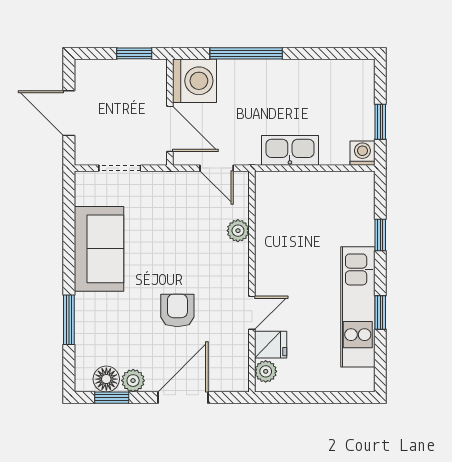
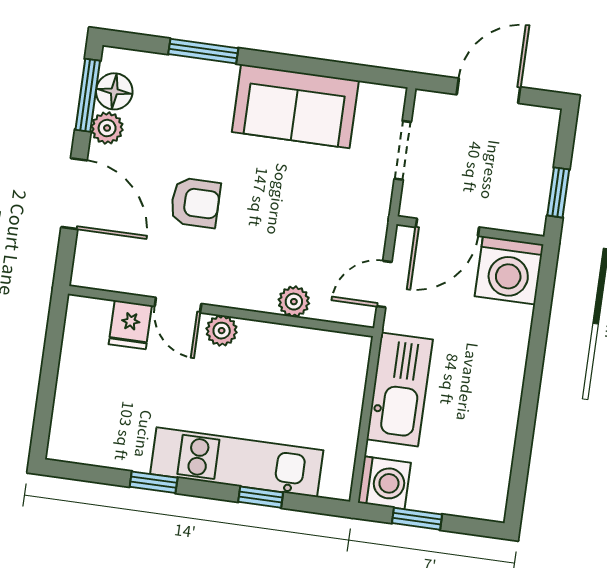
window: (246, 53) -> (537, 347), removed
kitchen sink: (290, 150) -> (400, 389), width x1.36, depth x1.24
washing machine: (362, 153) -> (384, 483), width x1.38, depth x1.38
kitchen unit: (358, 307) -> (237, 462), moved
plant: (266, 371) -> (222, 331), moved
window: (112, 398) -> (88, 95), width x1.50

